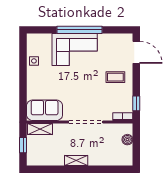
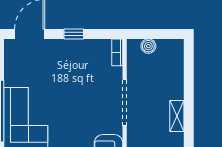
coffee table: (115, 77) -> (63, 62), removed
window: (136, 103) -> (74, 34), moved

